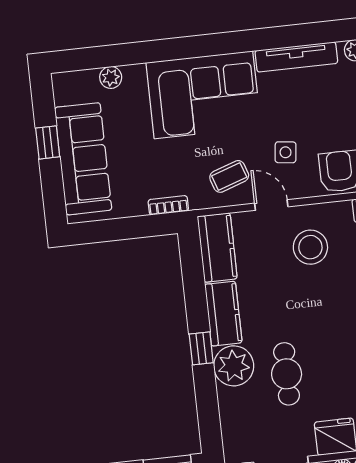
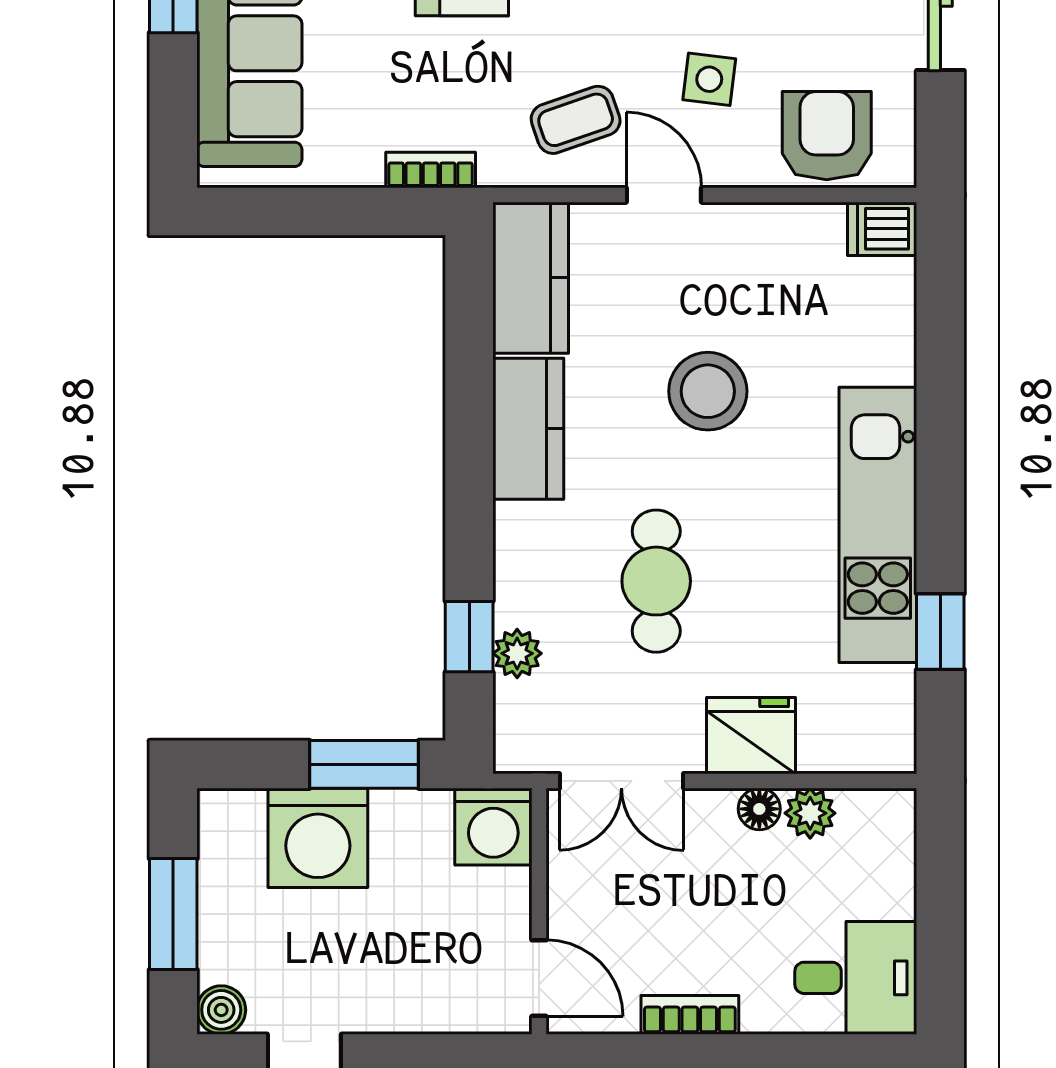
stool: (310, 247) -> (708, 391), moved
window: (201, 348) -> (469, 637), moved
plant: (234, 366) -> (517, 653), moved, width x0.53, depth x0.53

